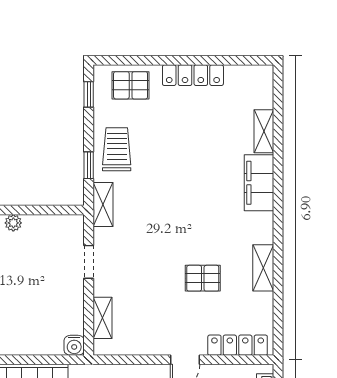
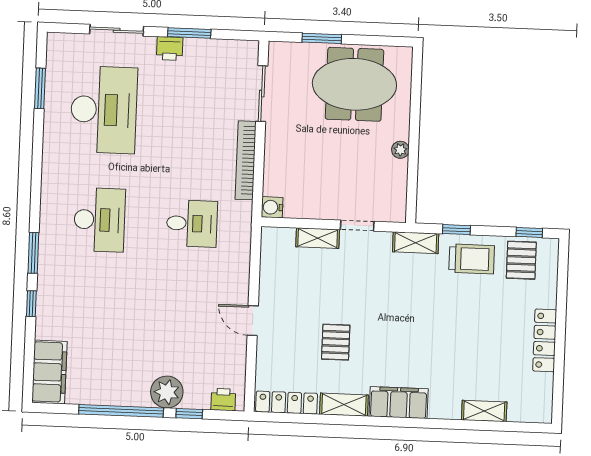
pallet: (131, 85) -> (521, 260), moved
filing cabinet: (259, 183) -> (399, 403), moved
shelving: (102, 318) -> (318, 238), moved
locker: (238, 345) -> (287, 403), moved, turned -90

